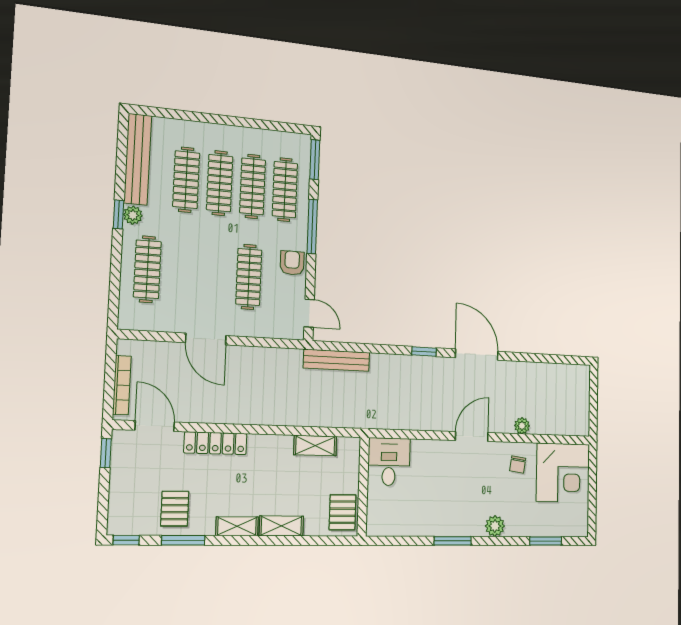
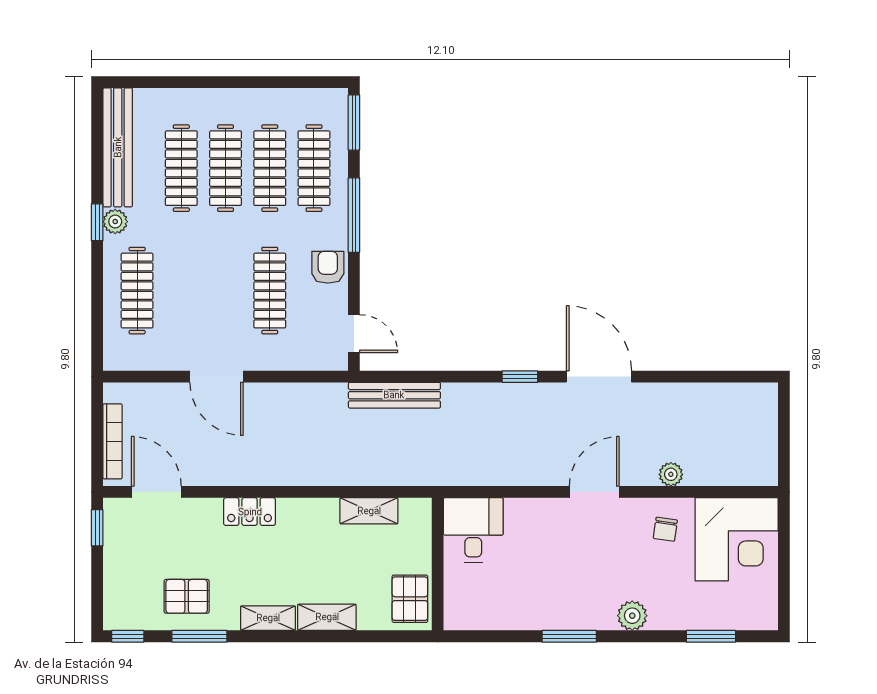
locker: (215, 443) -> (250, 512), width x0.66
pallet: (175, 509) -> (187, 596), turned 90

